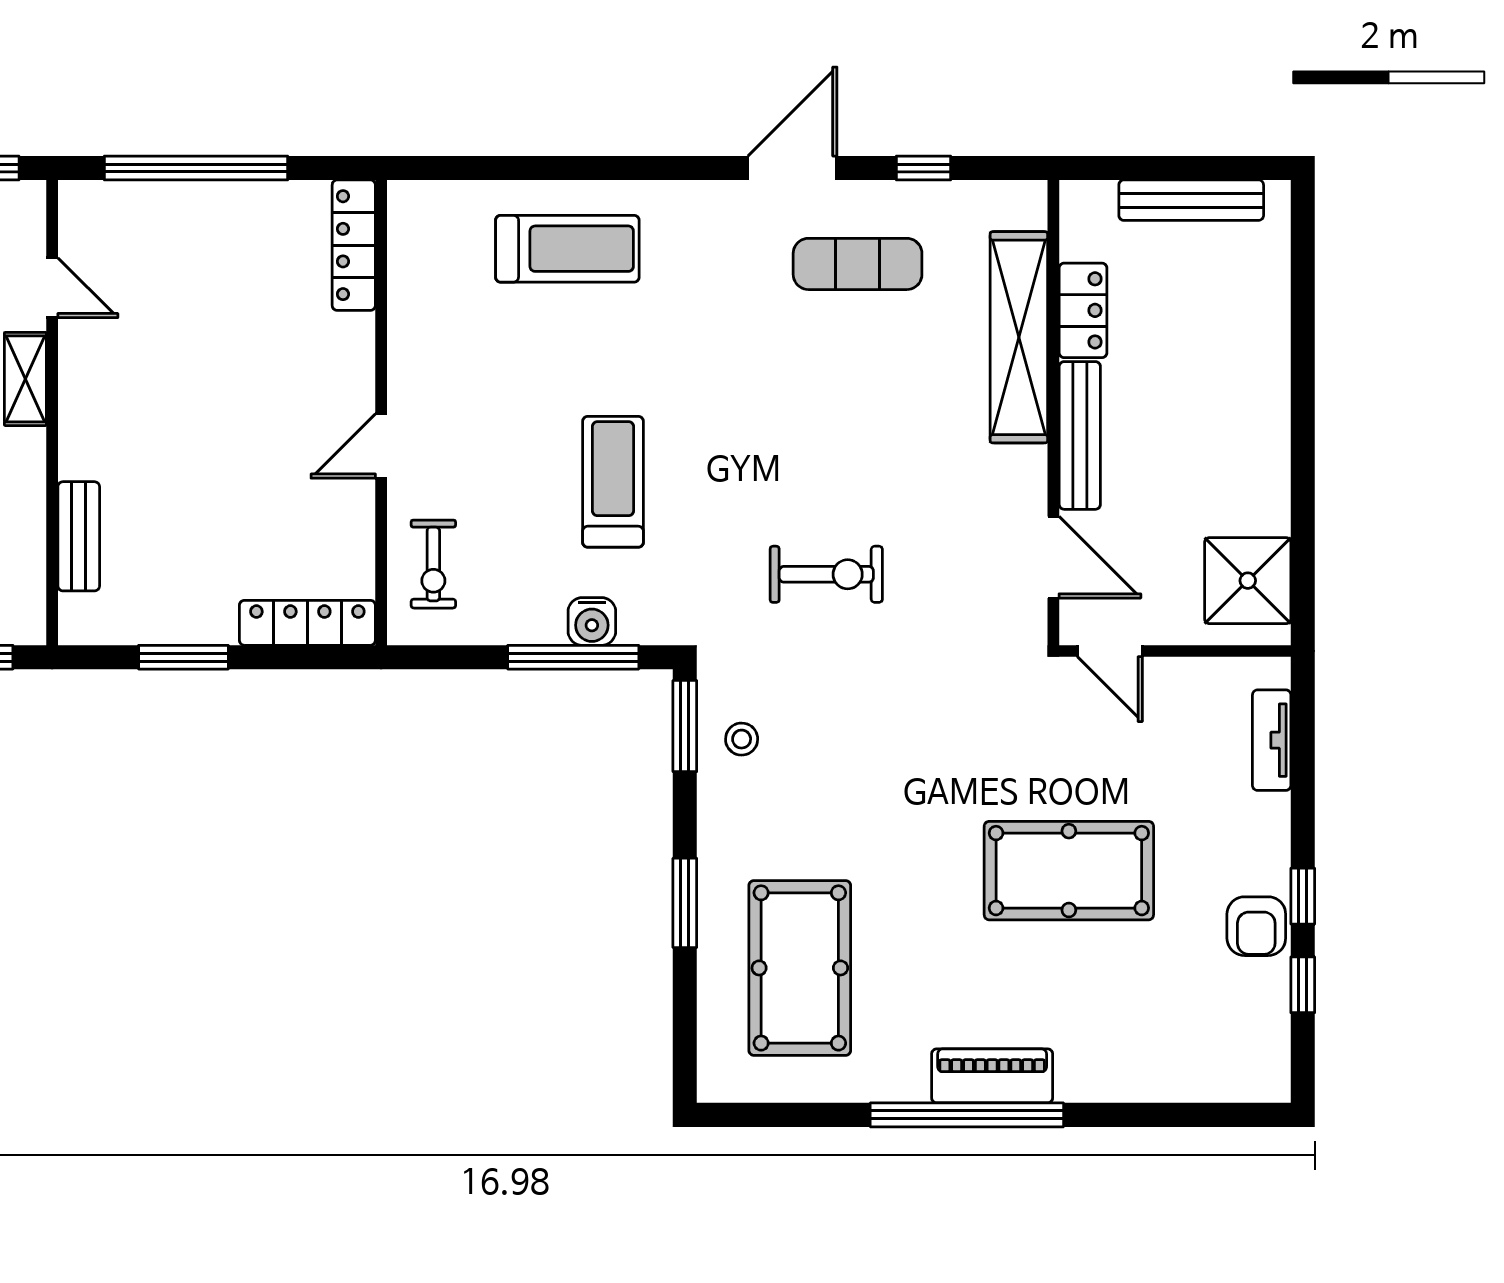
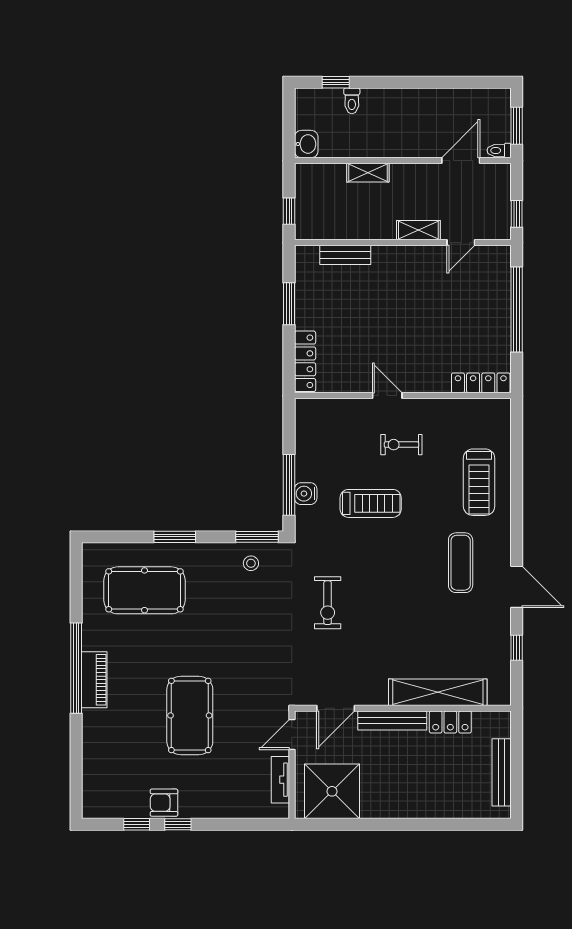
exercise mat: (858, 264) -> (461, 563), moved
exercise bike: (433, 564) -> (401, 445), moved
shower: (1248, 581) -> (332, 791), width x1.37, depth x1.37
tv unit: (1272, 740) -> (280, 780), moved, turned -90

